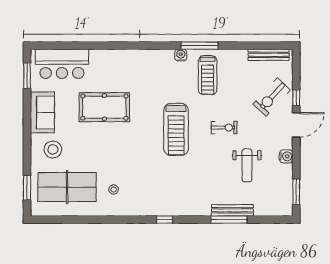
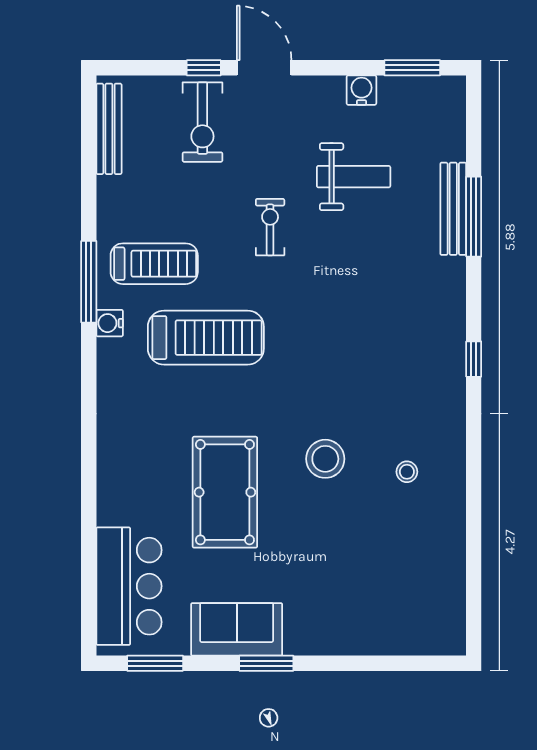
exercise bike: (272, 97) -> (202, 122), turned 47
treadmill: (176, 129) -> (206, 338), moved
stool: (53, 149) -> (325, 459), moved
water cooler: (286, 156) -> (361, 90), moved
table tennis table: (67, 187) -> (402, 575), removed
window: (27, 188) -> (266, 663), moved

